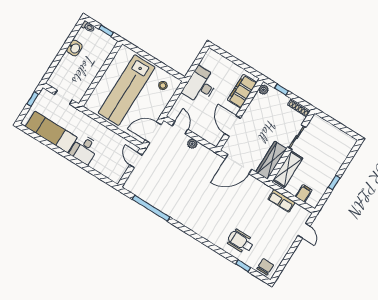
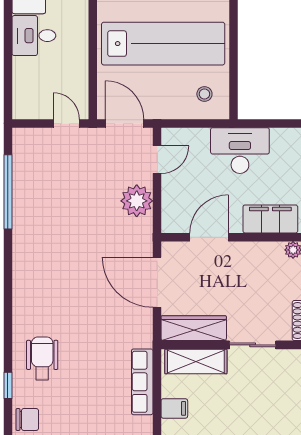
lab bench: (127, 90) -> (163, 44), turned 180
plant: (192, 144) -> (137, 201), width x1.88, depth x1.88
door: (136, 160) -> (66, 123), hinge flipped
row of seats: (281, 201) -> (142, 382), width x1.48

